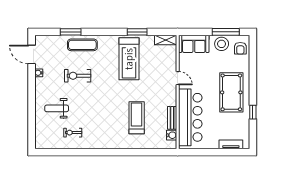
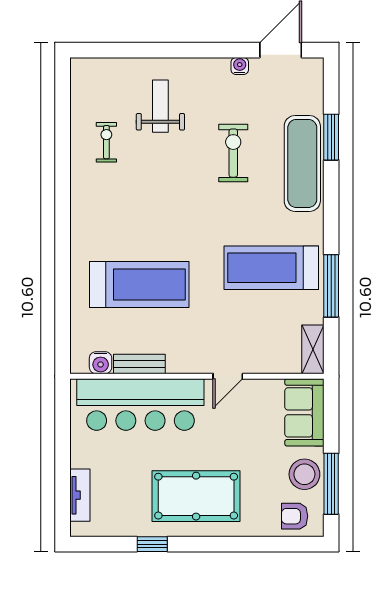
window: (137, 32) -> (331, 286), width x1.44
exercise mat: (82, 45) -> (302, 163), width x1.36, depth x1.45
treadmill: (137, 118) -> (139, 284), width x1.37, depth x1.37

